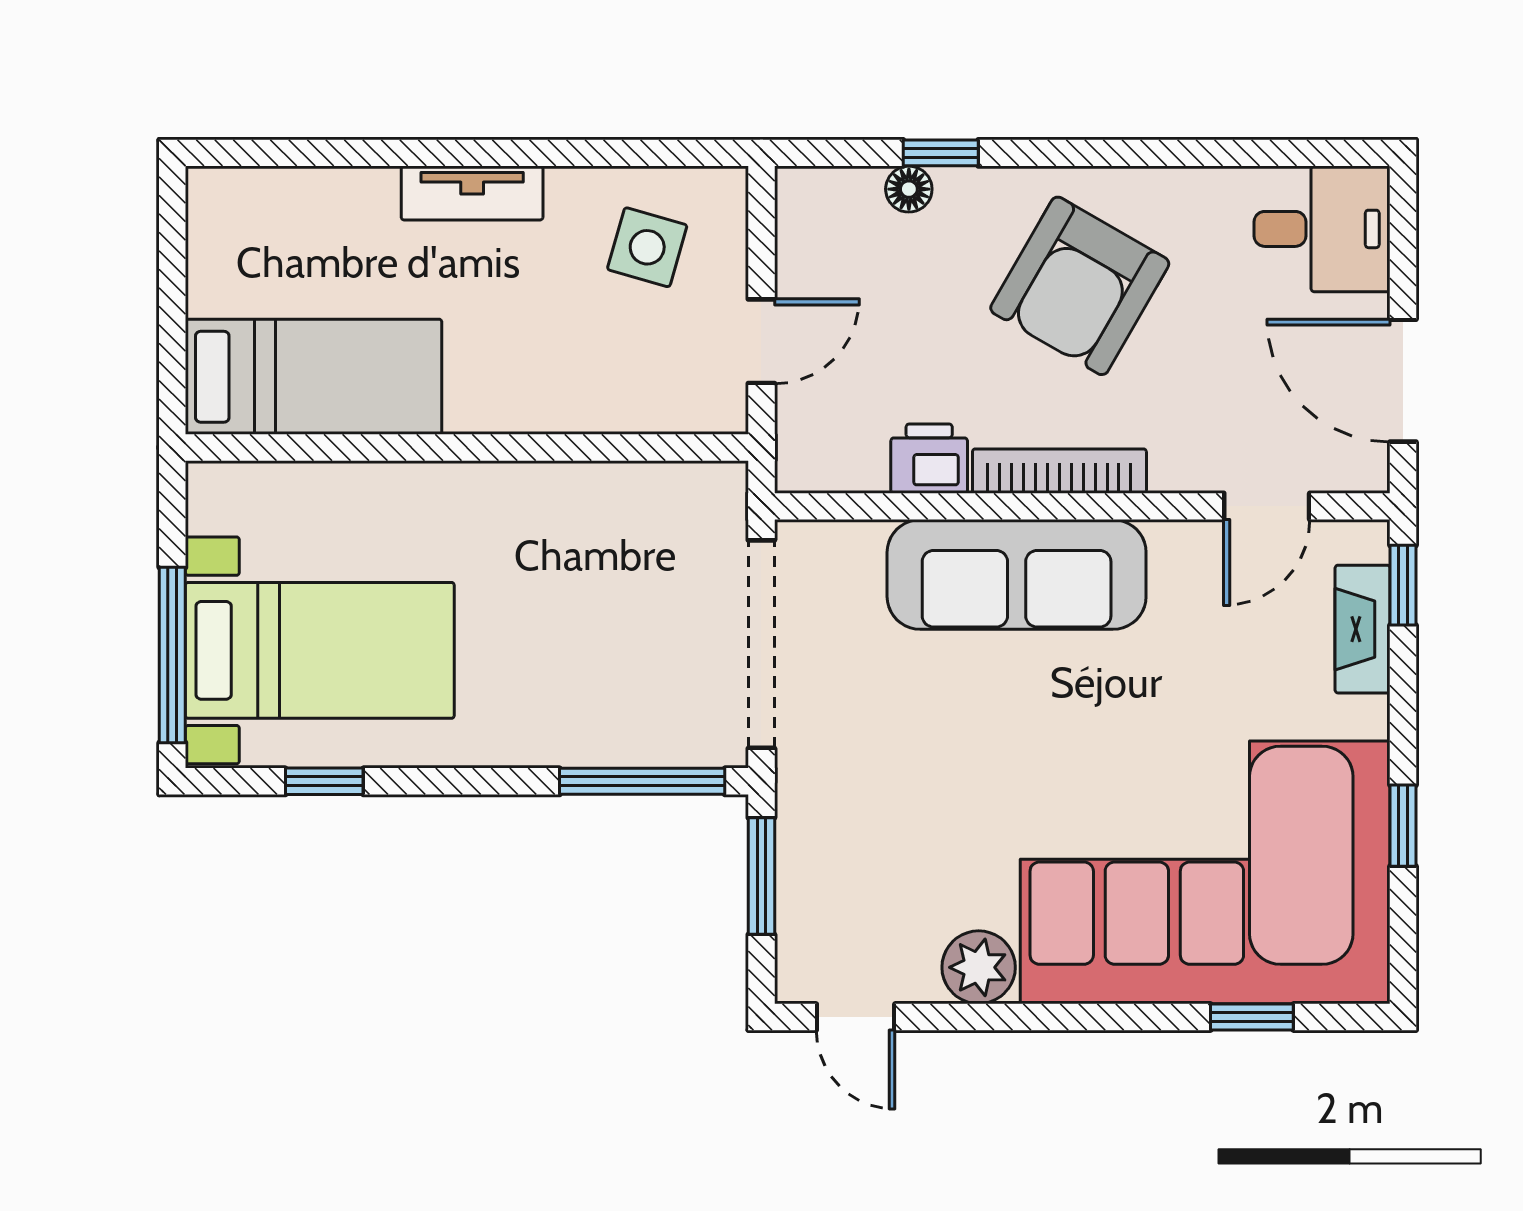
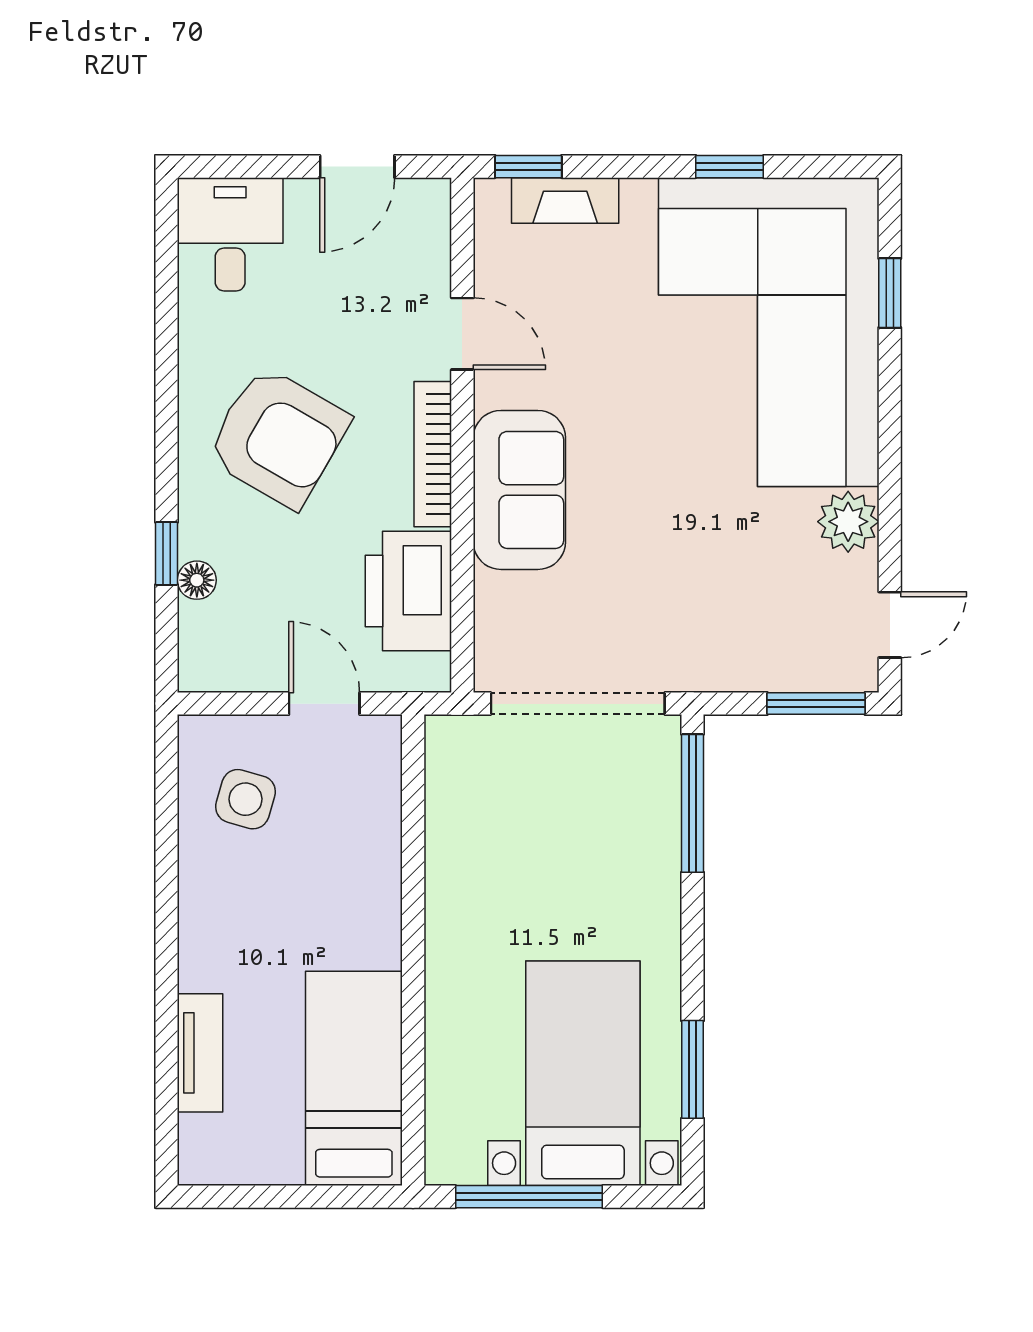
tv unit: (472, 193) -> (200, 1053), moved
door: (1403, 381) -> (357, 167), width x0.73
printer: (929, 459) -> (408, 591), width x1.87, depth x1.48
door: (1267, 506) -> (462, 334), moved
sofa: (1017, 574) -> (519, 490), width x0.73
window: (172, 655) -> (529, 1197), moved
window: (324, 781) -> (693, 1069), width x1.50
window: (761, 876) -> (816, 704), moved

